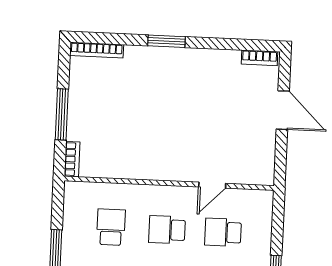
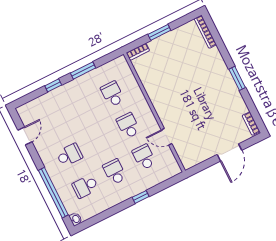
window: (167, 41) -> (237, 78), moved
window: (62, 114) -> (159, 32), width x0.69
school desk: (111, 227) -> (112, 94), turned -90

